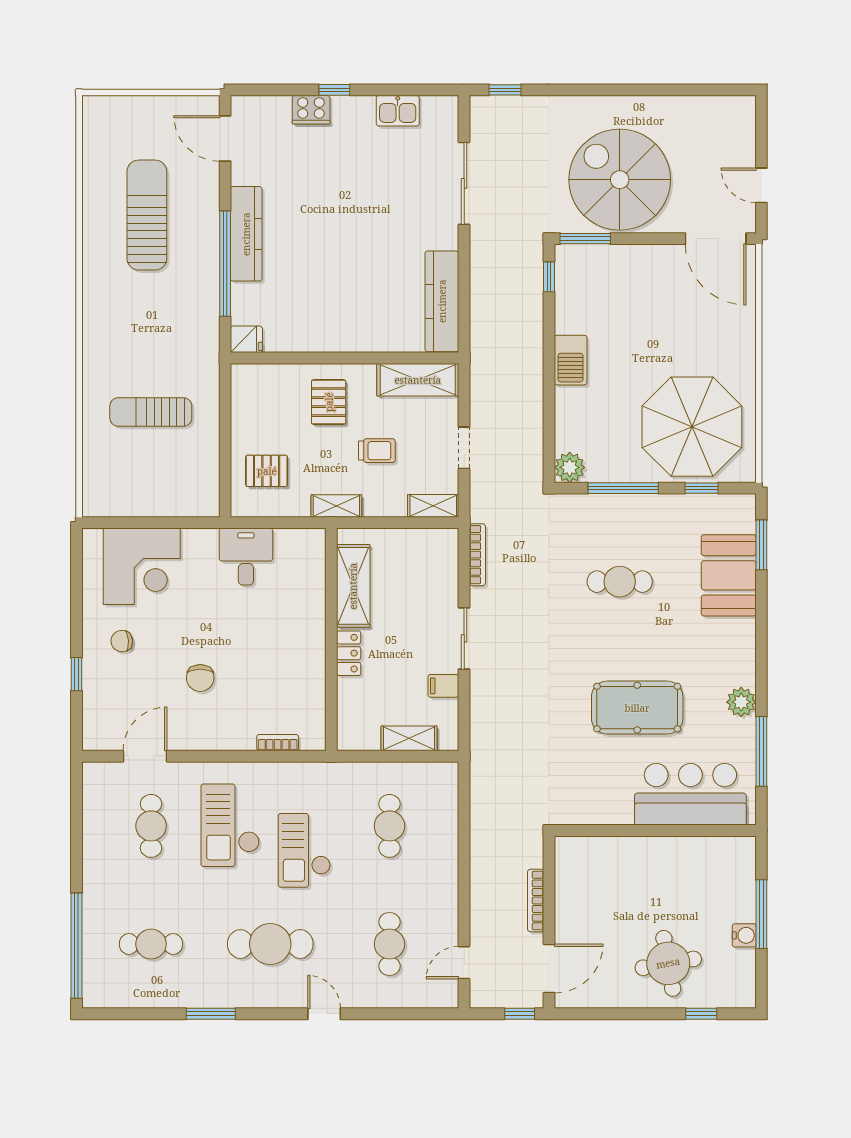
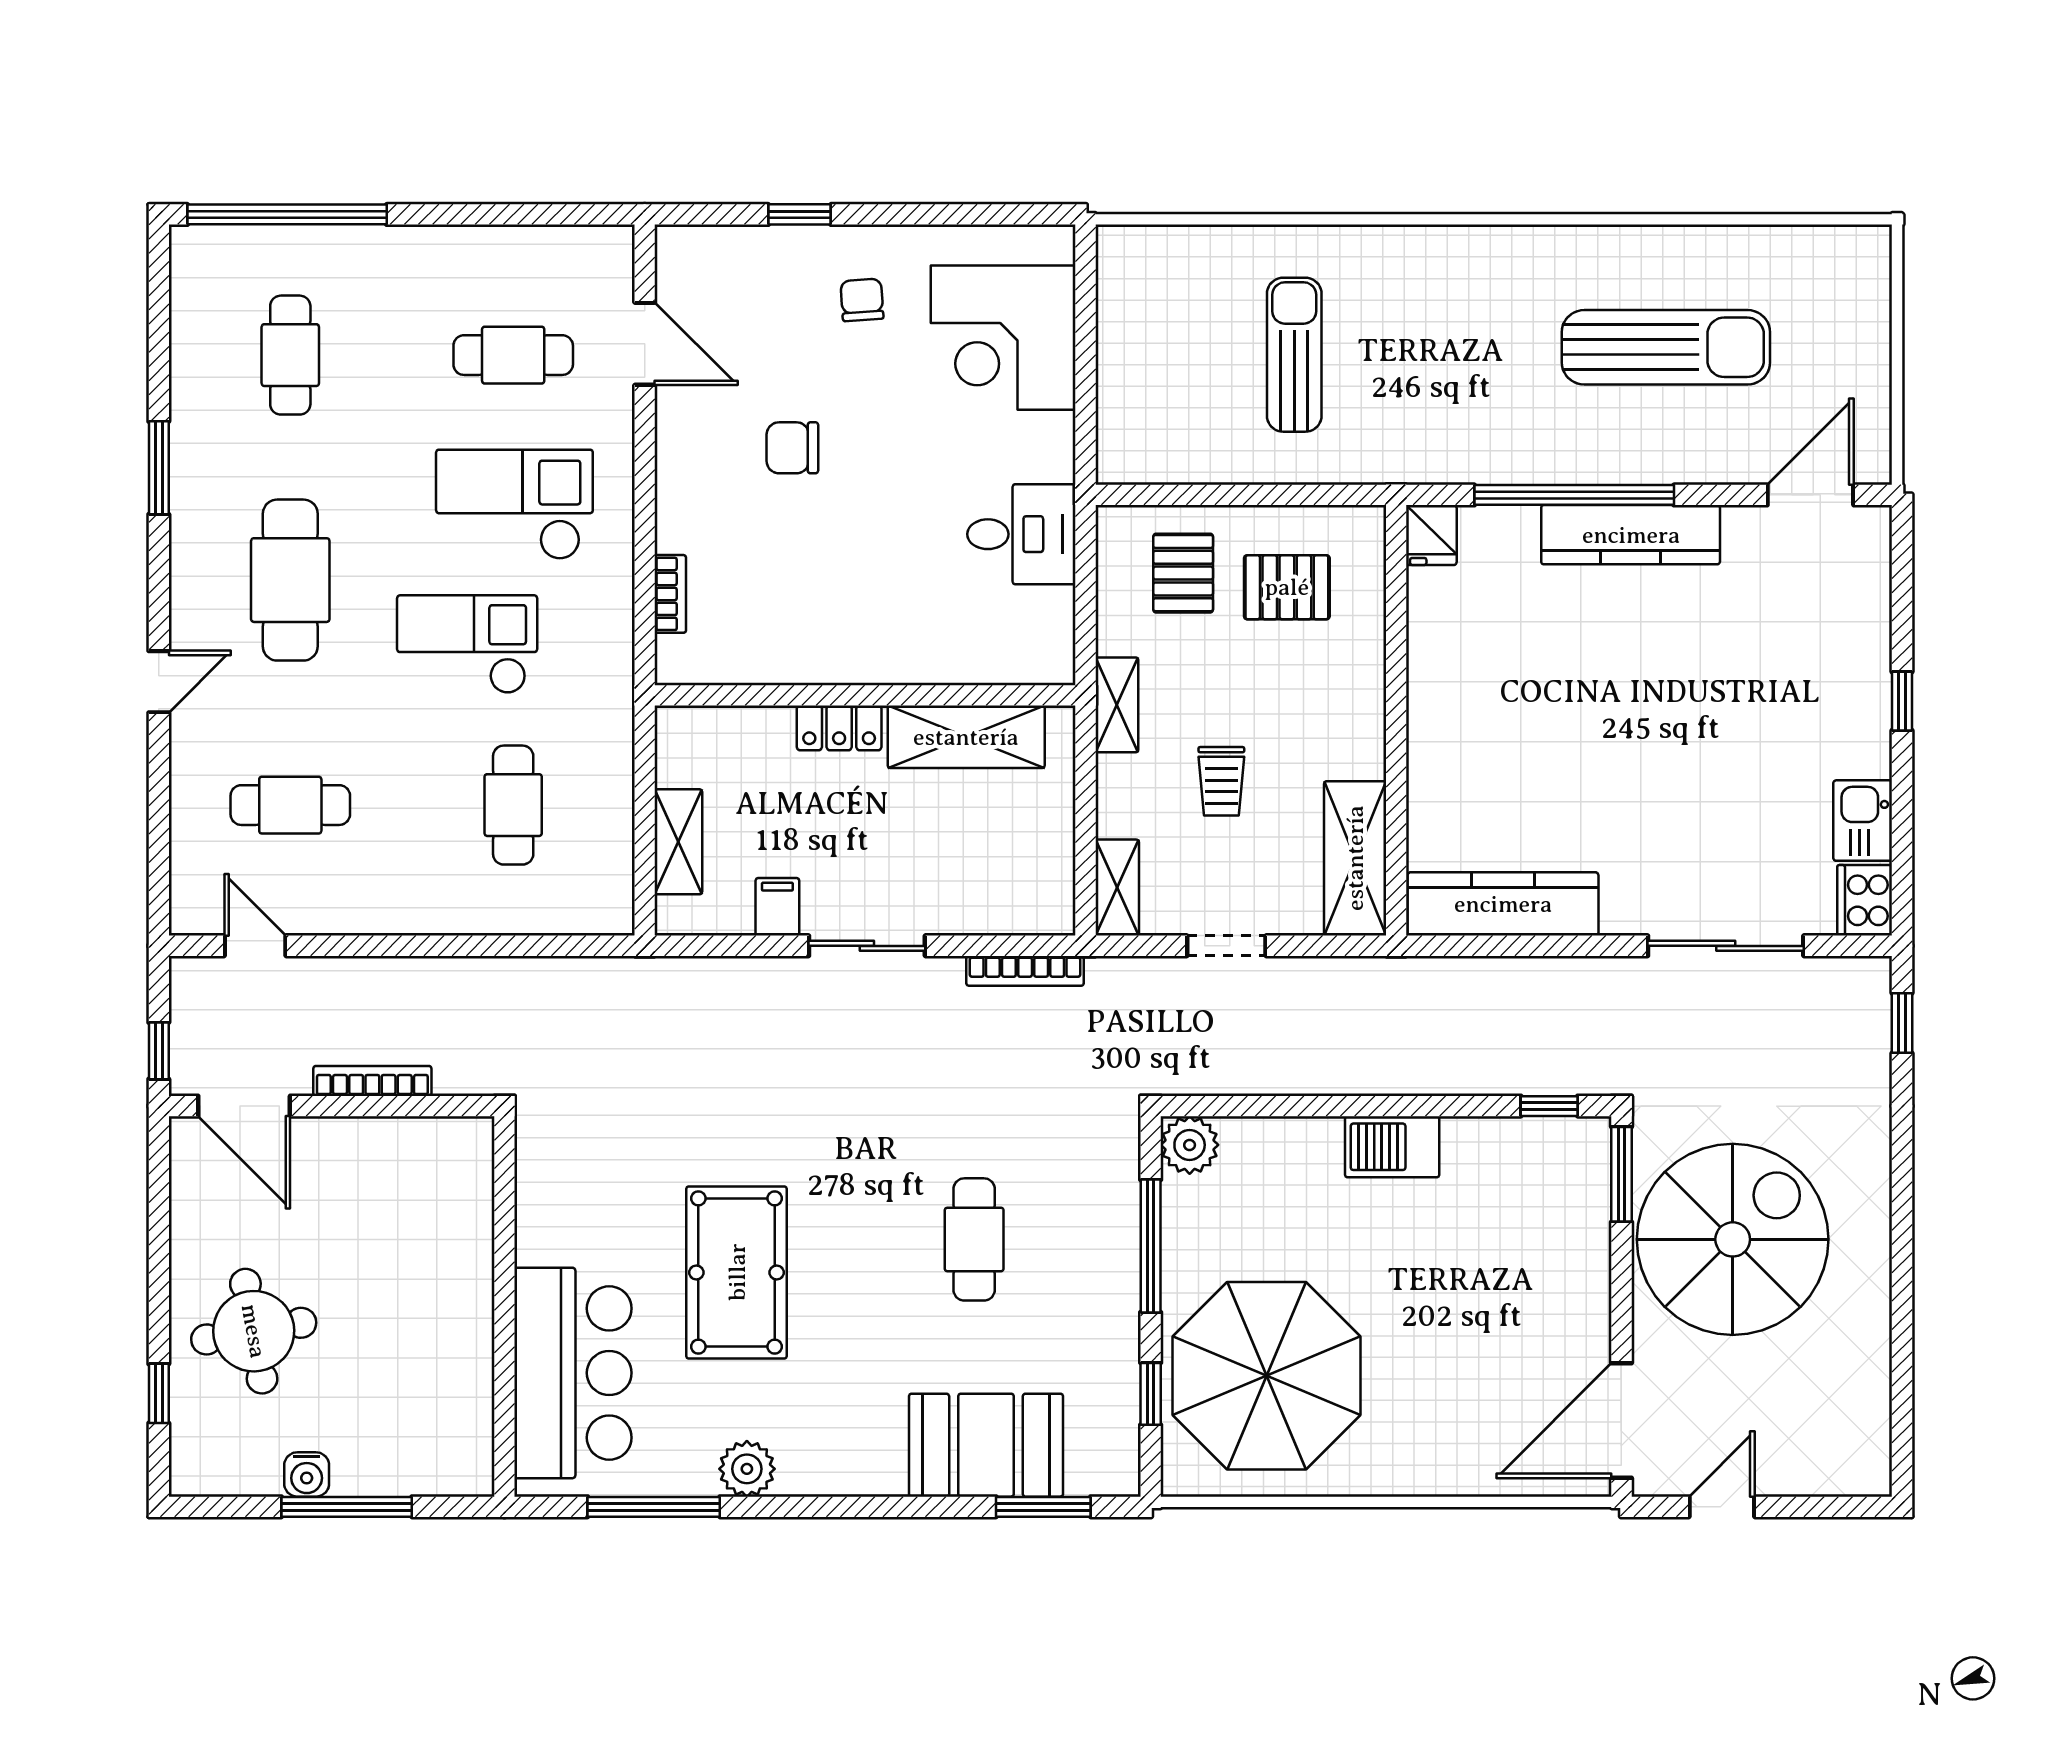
cooker: (311, 110) -> (1865, 900), moved
pallet: (329, 402) -> (1287, 587), moved
cafe table: (389, 826) -> (513, 805), turned 90

